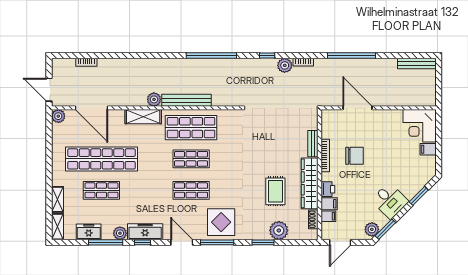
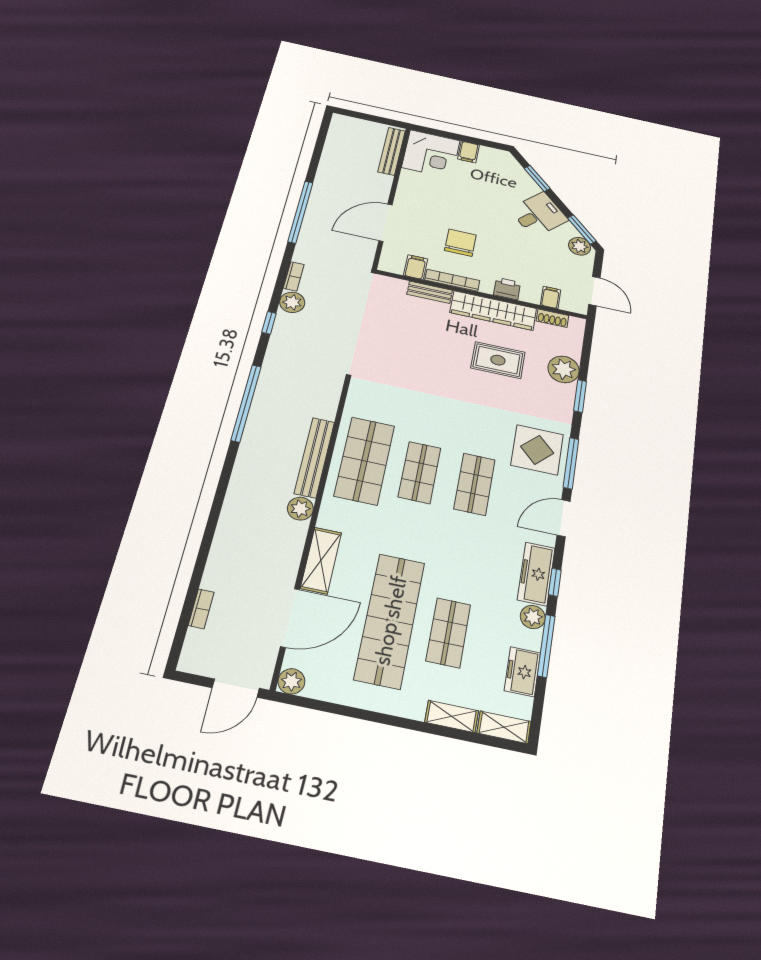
bench: (417, 63) -> (392, 151), moved
shelving: (143, 117) -> (321, 560), moved
filing cabinet: (329, 204) -> (416, 267), moved

